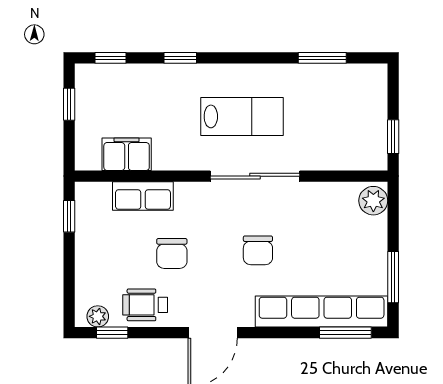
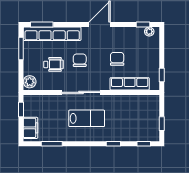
lab bench: (242, 116) -> (87, 118), turned 180
filing cabinet: (127, 154) -> (31, 128), moved, turned -90
row of seats: (143, 196) -> (130, 84), width x1.48
wheelchair: (145, 305) -> (53, 64), moved

